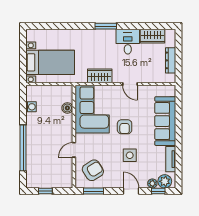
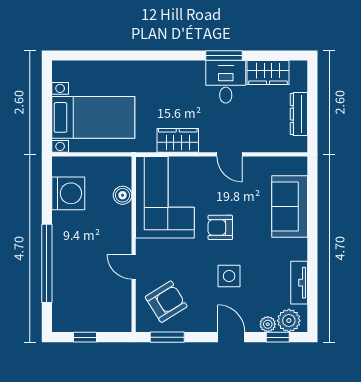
window: (106, 26) -> (224, 56), moved
washing machine: (31, 107) -> (68, 193), width x1.89, depth x1.89
sofa: (165, 121) -> (290, 206), width x0.73
armchair: (125, 127) -> (220, 227), turned 90
door: (74, 150) -> (134, 267), hinge flipped

